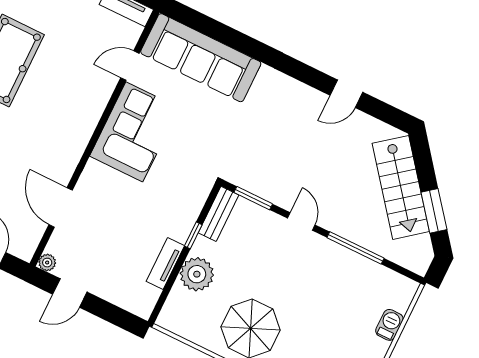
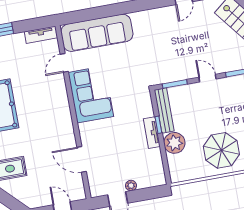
bench: (219, 214) -> (164, 110), width x1.36
plant: (47, 263) -> (131, 186), moved
tv unit: (165, 263) -> (152, 133), moved

